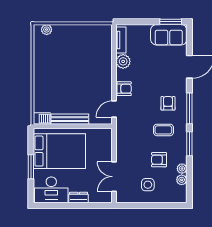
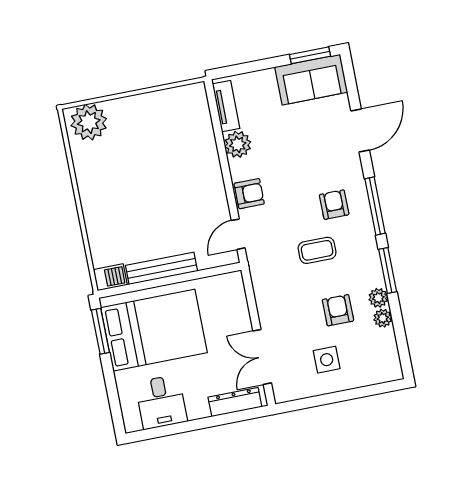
plant: (47, 30) -> (89, 122), width x1.87, depth x1.87
coffee table: (163, 130) -> (317, 250), moved
armchair: (159, 160) -> (338, 310), turned 90
window: (31, 167) -> (100, 331), moved
plant: (182, 180) -> (378, 298), moved
desk: (51, 190) -> (161, 402), width x0.73
dresser: (79, 198) -> (235, 402), moved, width x1.44

